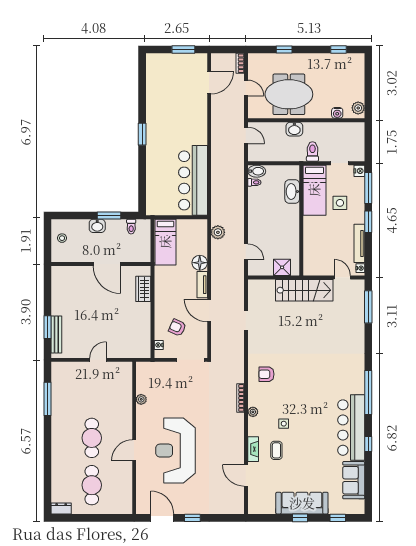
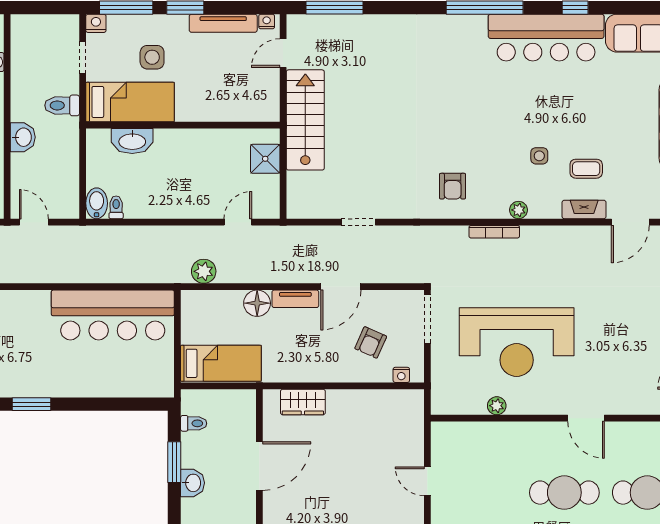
door: (246, 135) -> (34, 222), hinge flipped
reception desk: (176, 451) -> (517, 342), moved

